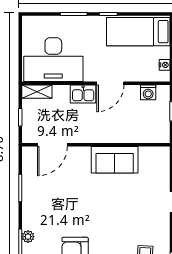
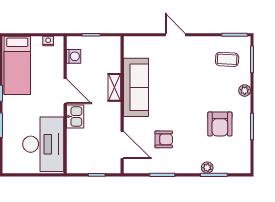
shelving: (37, 92) -> (114, 87), moved
sofa: (115, 160) -> (136, 87), width x1.36
armchair: (58, 190) -> (164, 139), added

